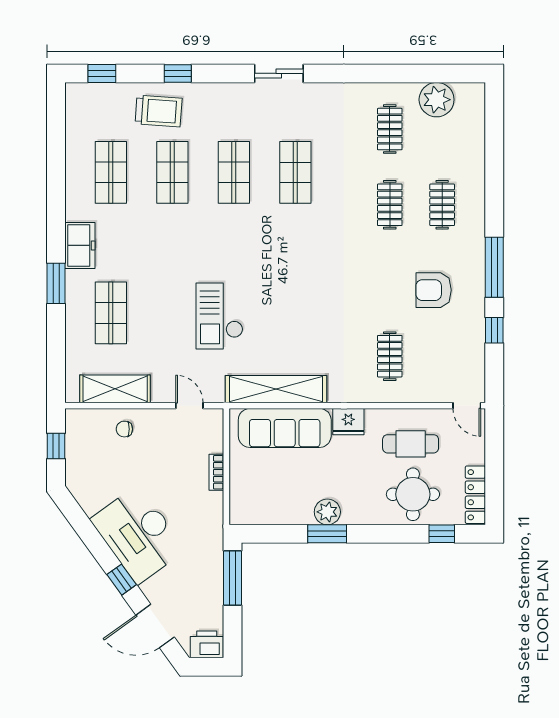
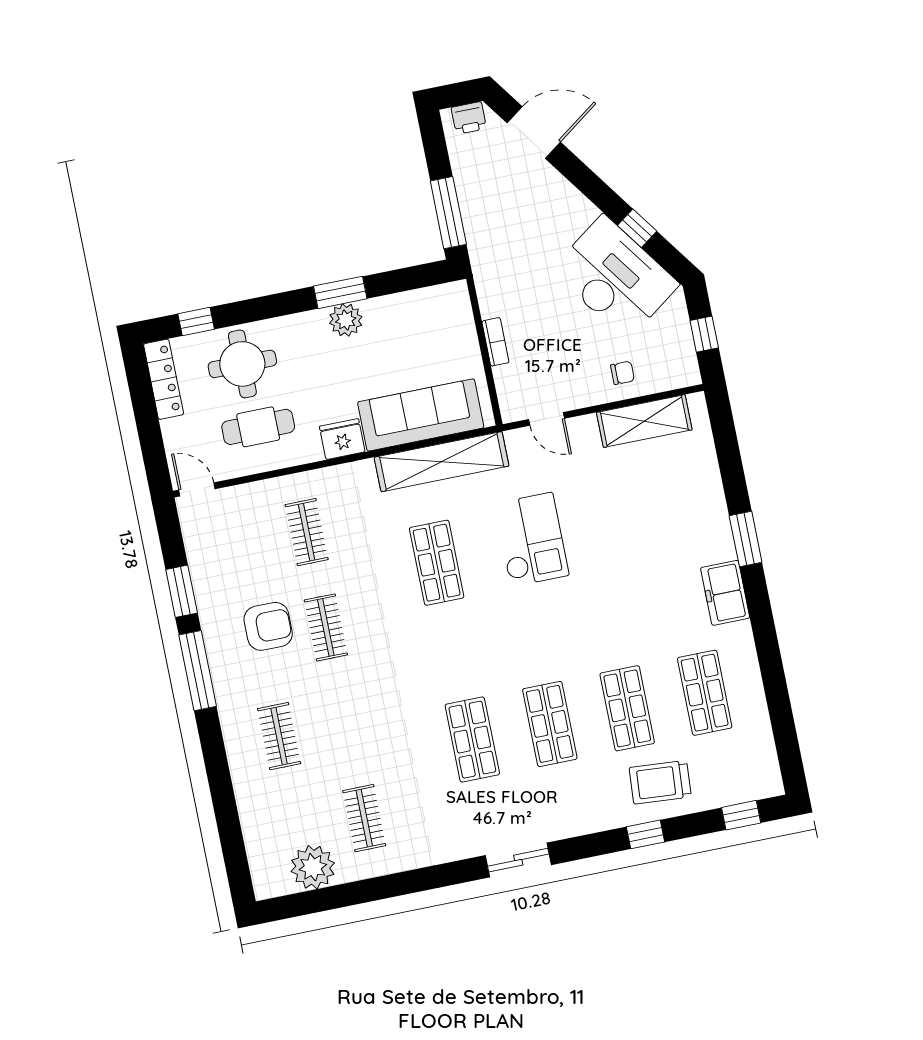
clothes rail: (390, 205) -> (326, 627), moved
shop shelf: (111, 313) -> (437, 563), moved
window: (494, 330) -> (182, 591), width x1.50
desk: (138, 535) -> (615, 277), moved
window: (122, 580) -> (637, 228), moved
printer: (207, 644) -> (469, 118), width x0.73, depth x0.81

